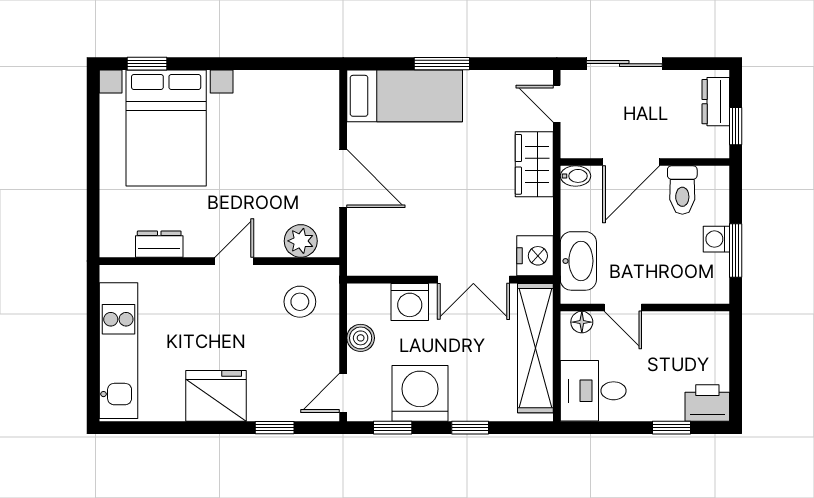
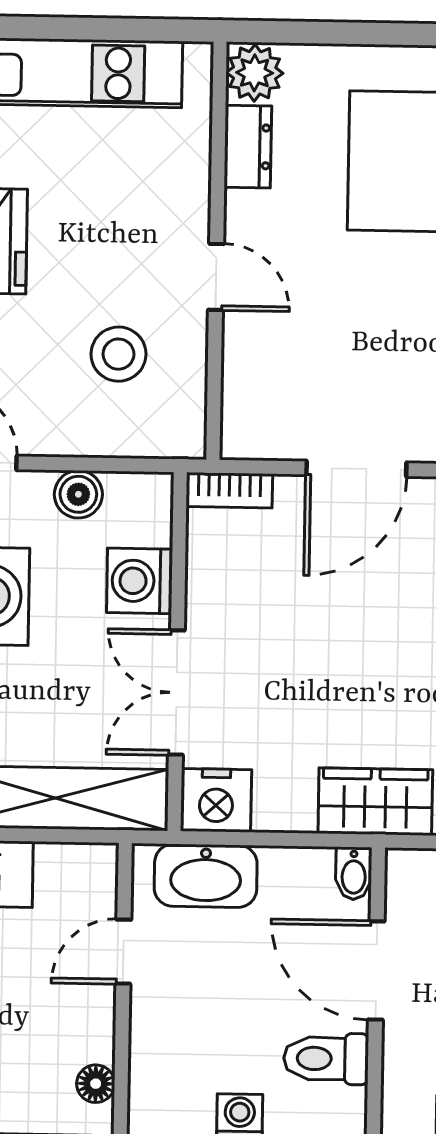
plant: (301, 241) -> (255, 73), moved
bookcase: (357, 251) -> (229, 490), added
stool: (300, 302) -> (118, 354), moved
floor lamp: (582, 322) -> (96, 1084), moved

